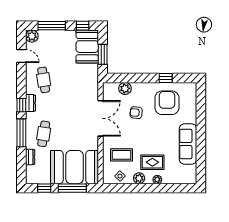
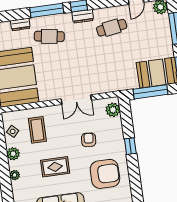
window: (103, 54) -> (150, 92), width x1.44
window: (166, 78) -> (130, 146), moved
plant: (125, 88) -> (113, 110), moved
double door: (100, 118) -> (76, 100), width x0.73
rug: (152, 162) -> (55, 167), moved, turned 90

